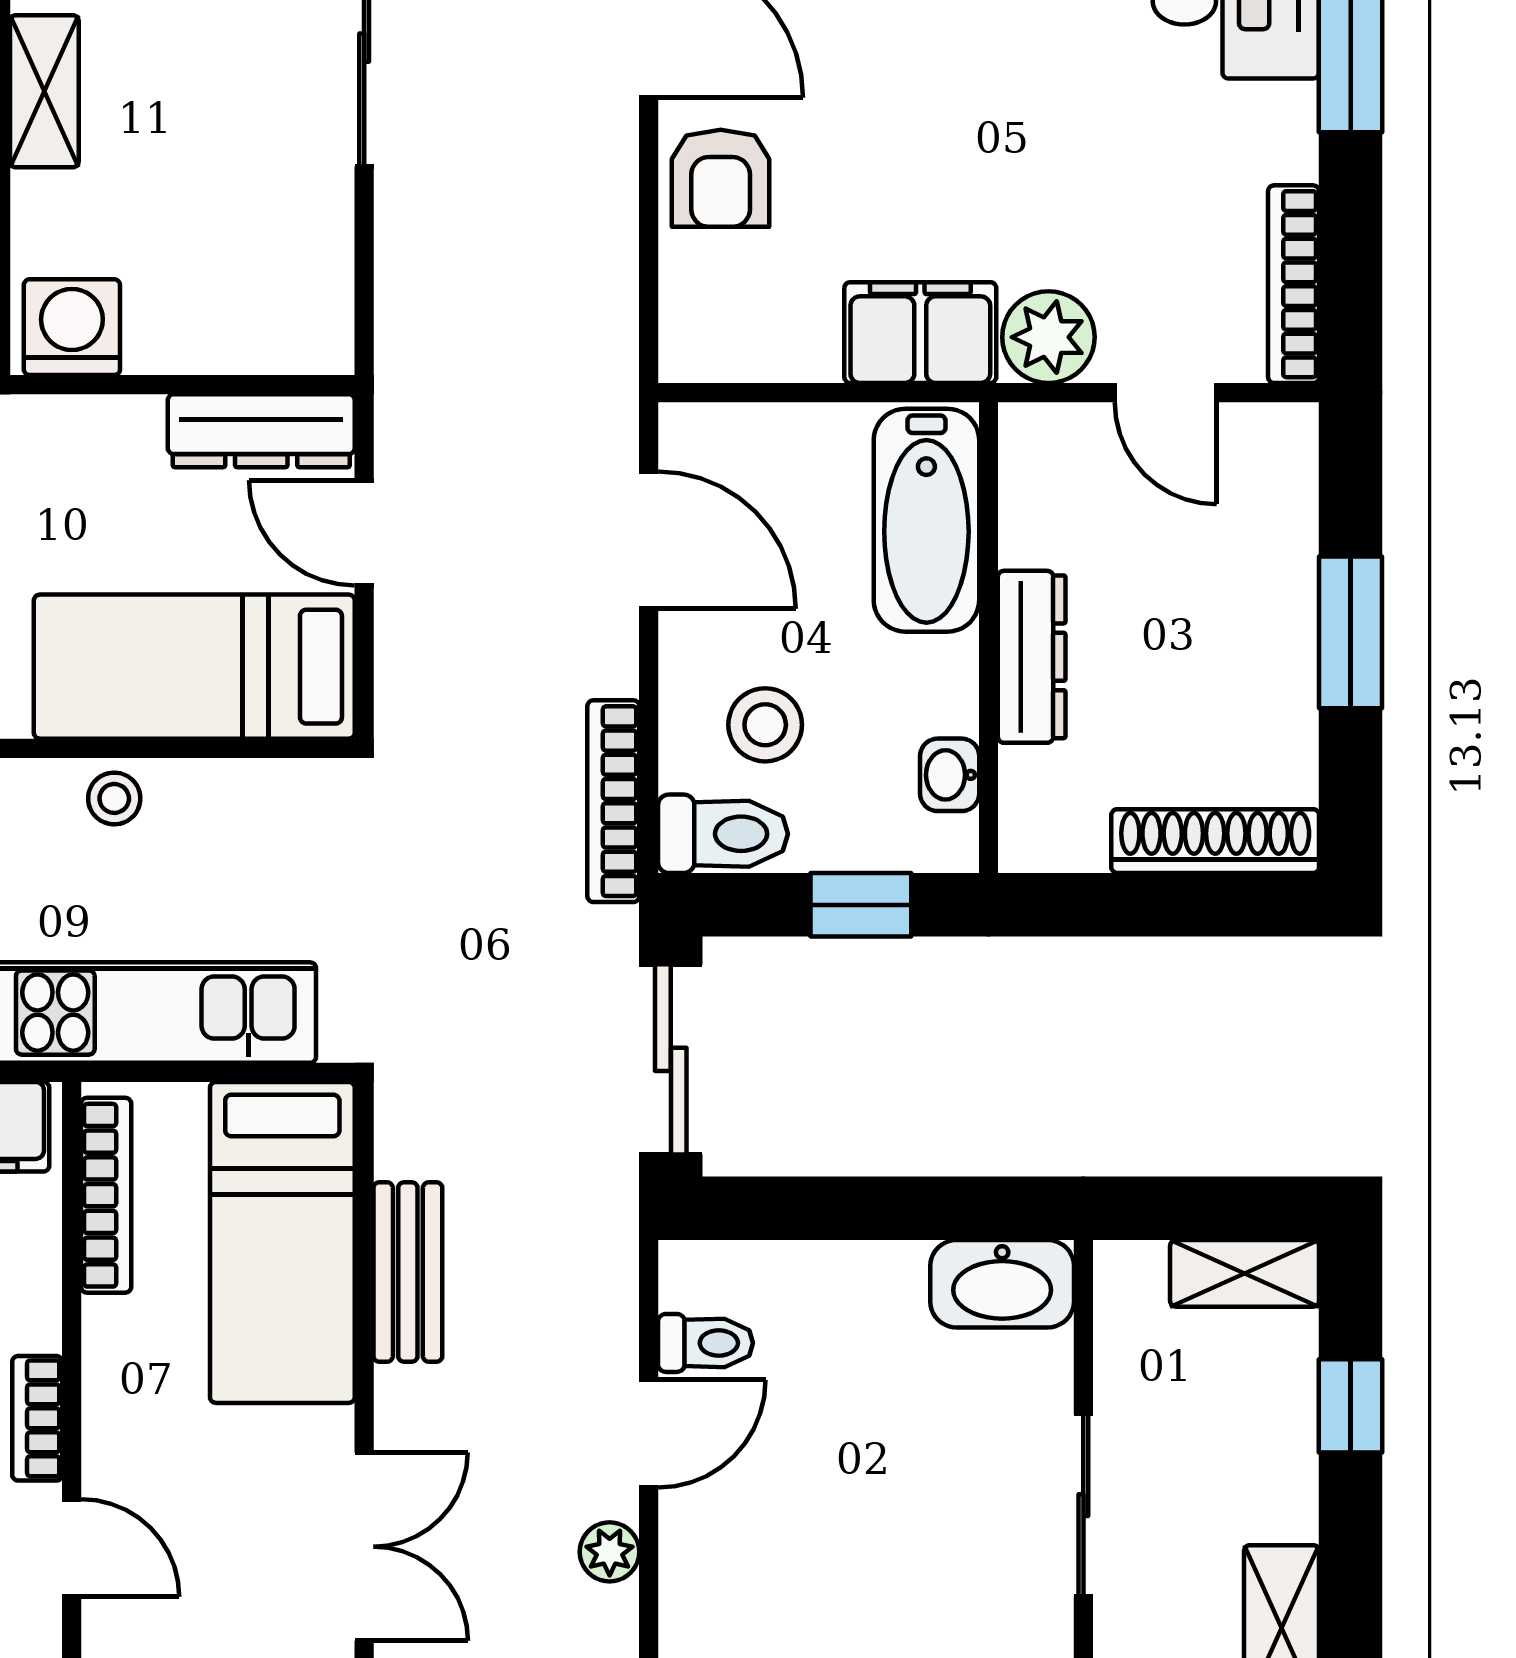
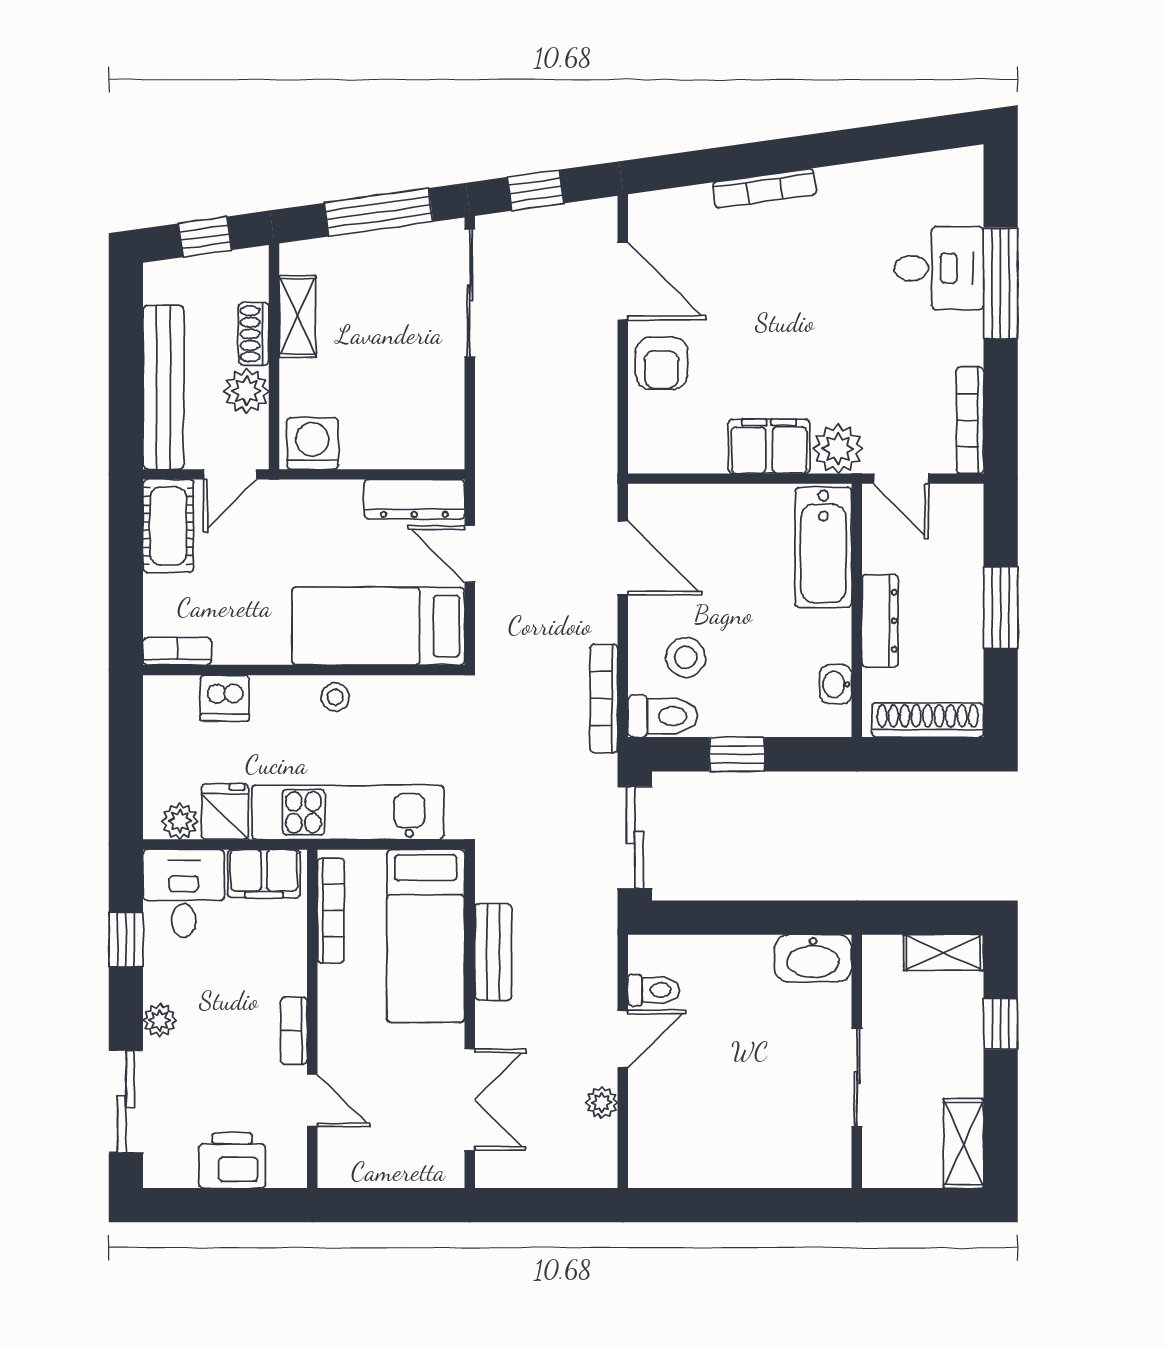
bathtub: (926, 520) -> (823, 547), moved
wall: (989, 638) -> (857, 610), moved
dresser: (1032, 657) -> (880, 621), moved
washbasin: (950, 775) -> (836, 684), moved

